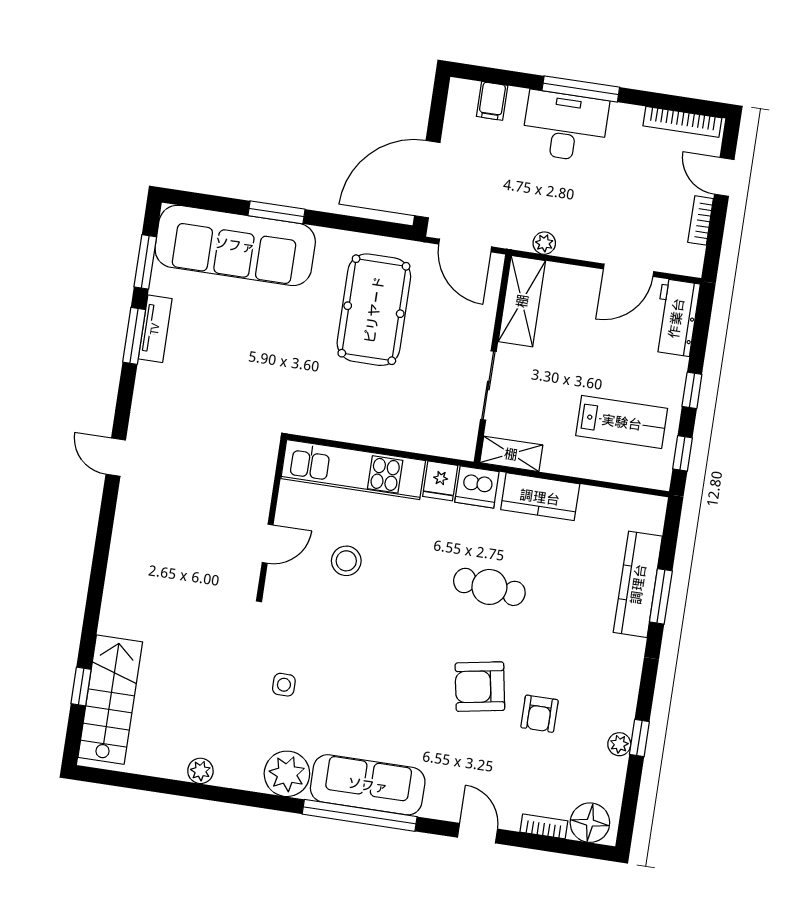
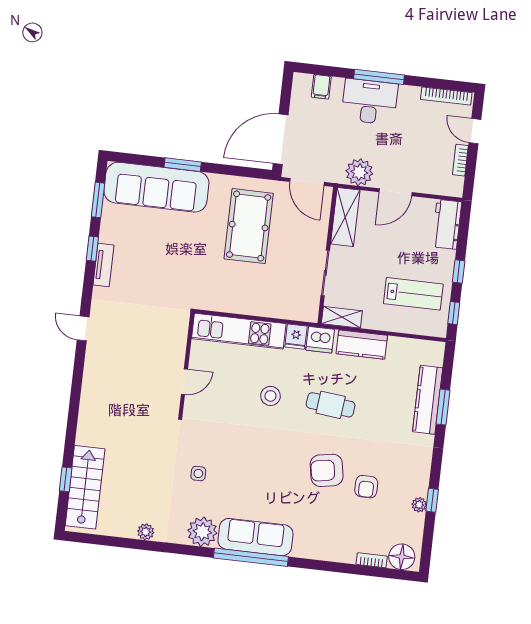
plant: (544, 243) -> (359, 172), width x1.87, depth x1.87
door: (629, 270) -> (395, 192), moved
tv unit: (155, 329) -> (103, 265), moved
window: (134, 336) -> (92, 249), width x0.67
stool: (346, 561) -> (271, 396), moved
door: (477, 833) -> (328, 566), removed

